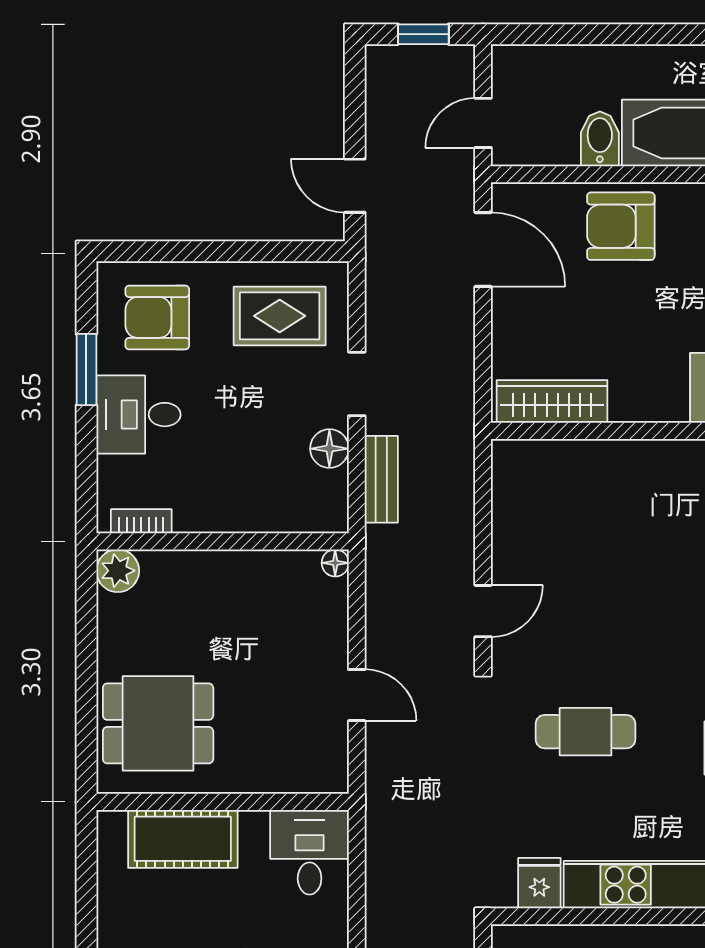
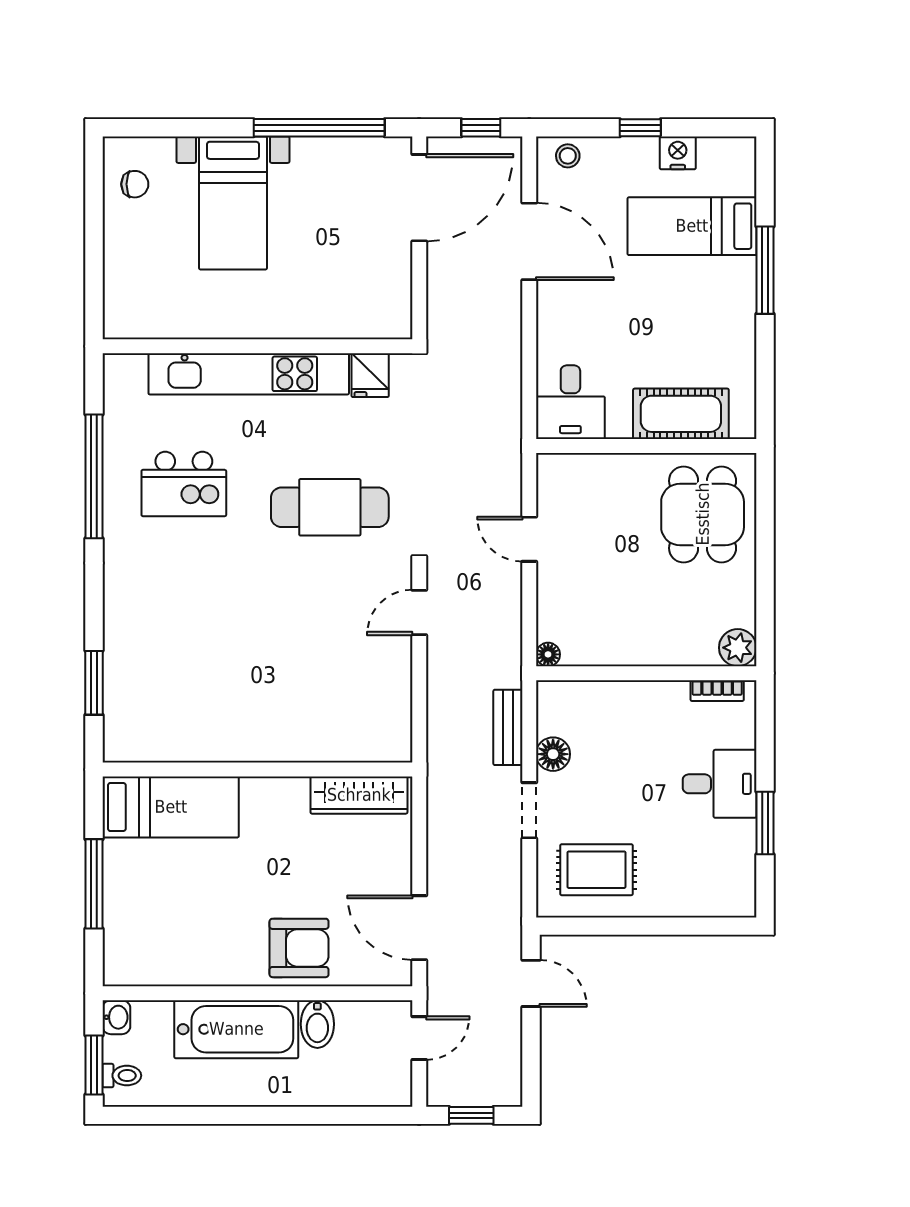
armchair: (157, 317) -> (703, 868), removed
dining table: (158, 723) -> (703, 514), turned 90
cafe table: (586, 732) -> (330, 507), width x1.37, depth x1.35

